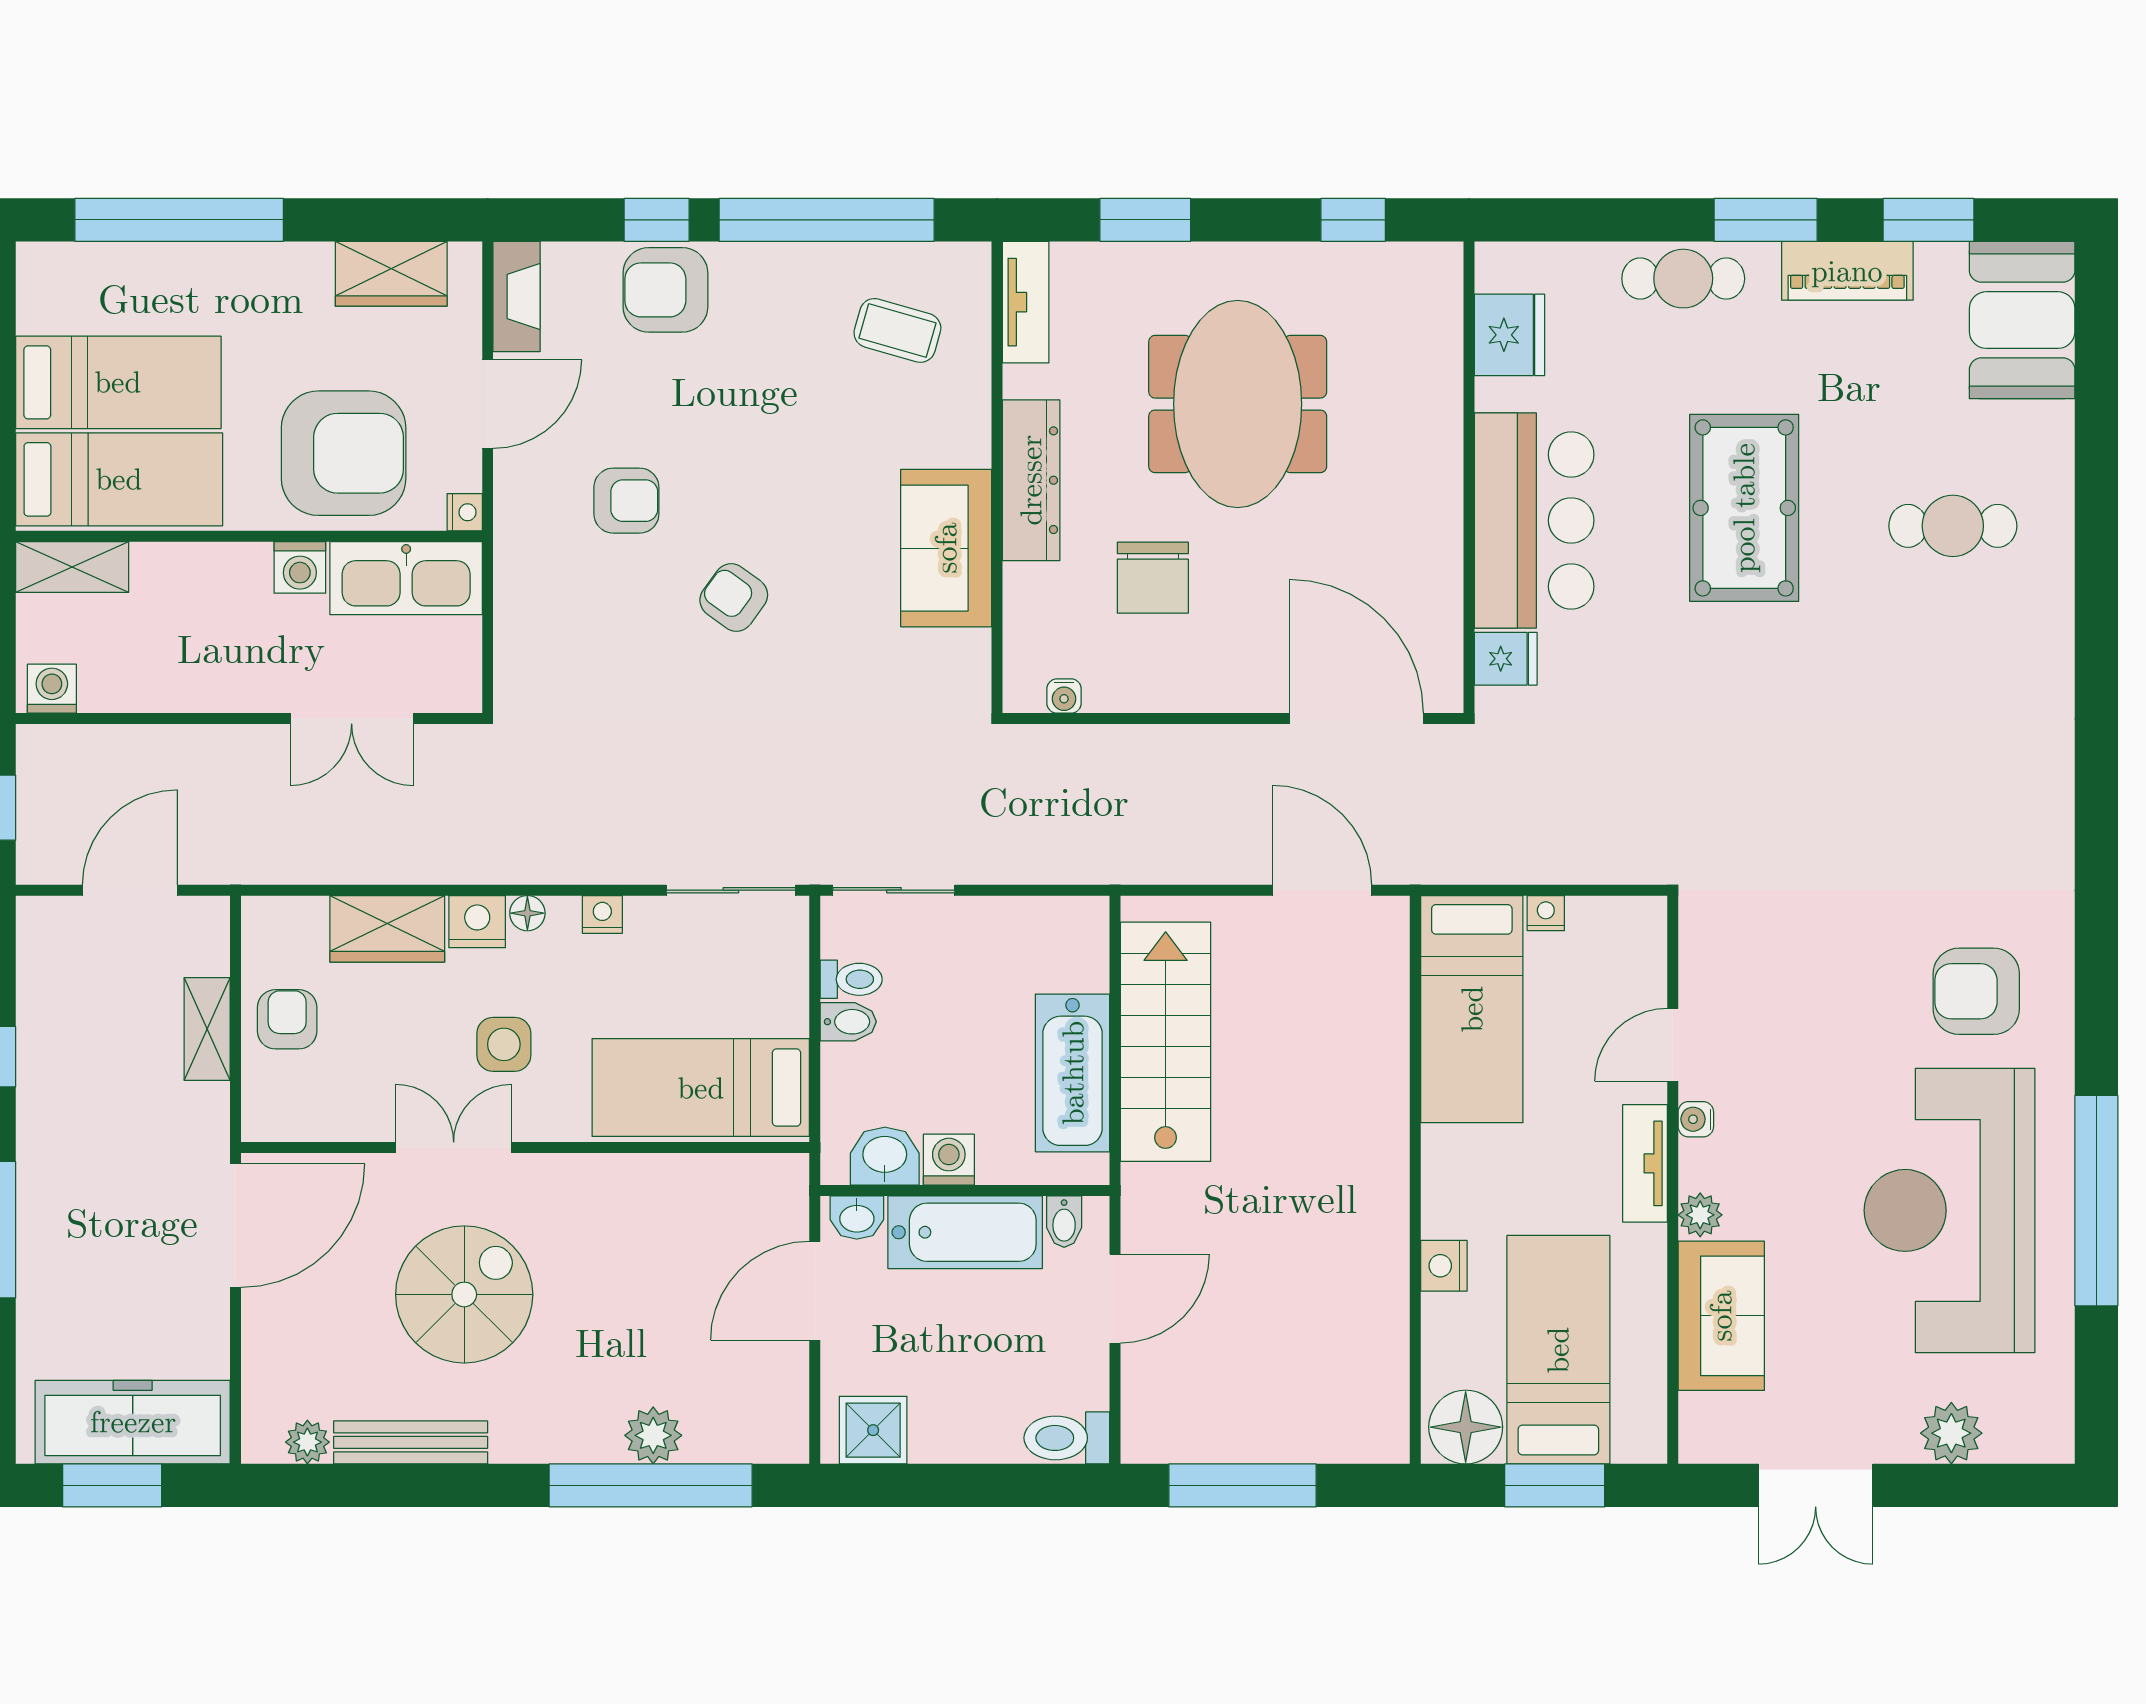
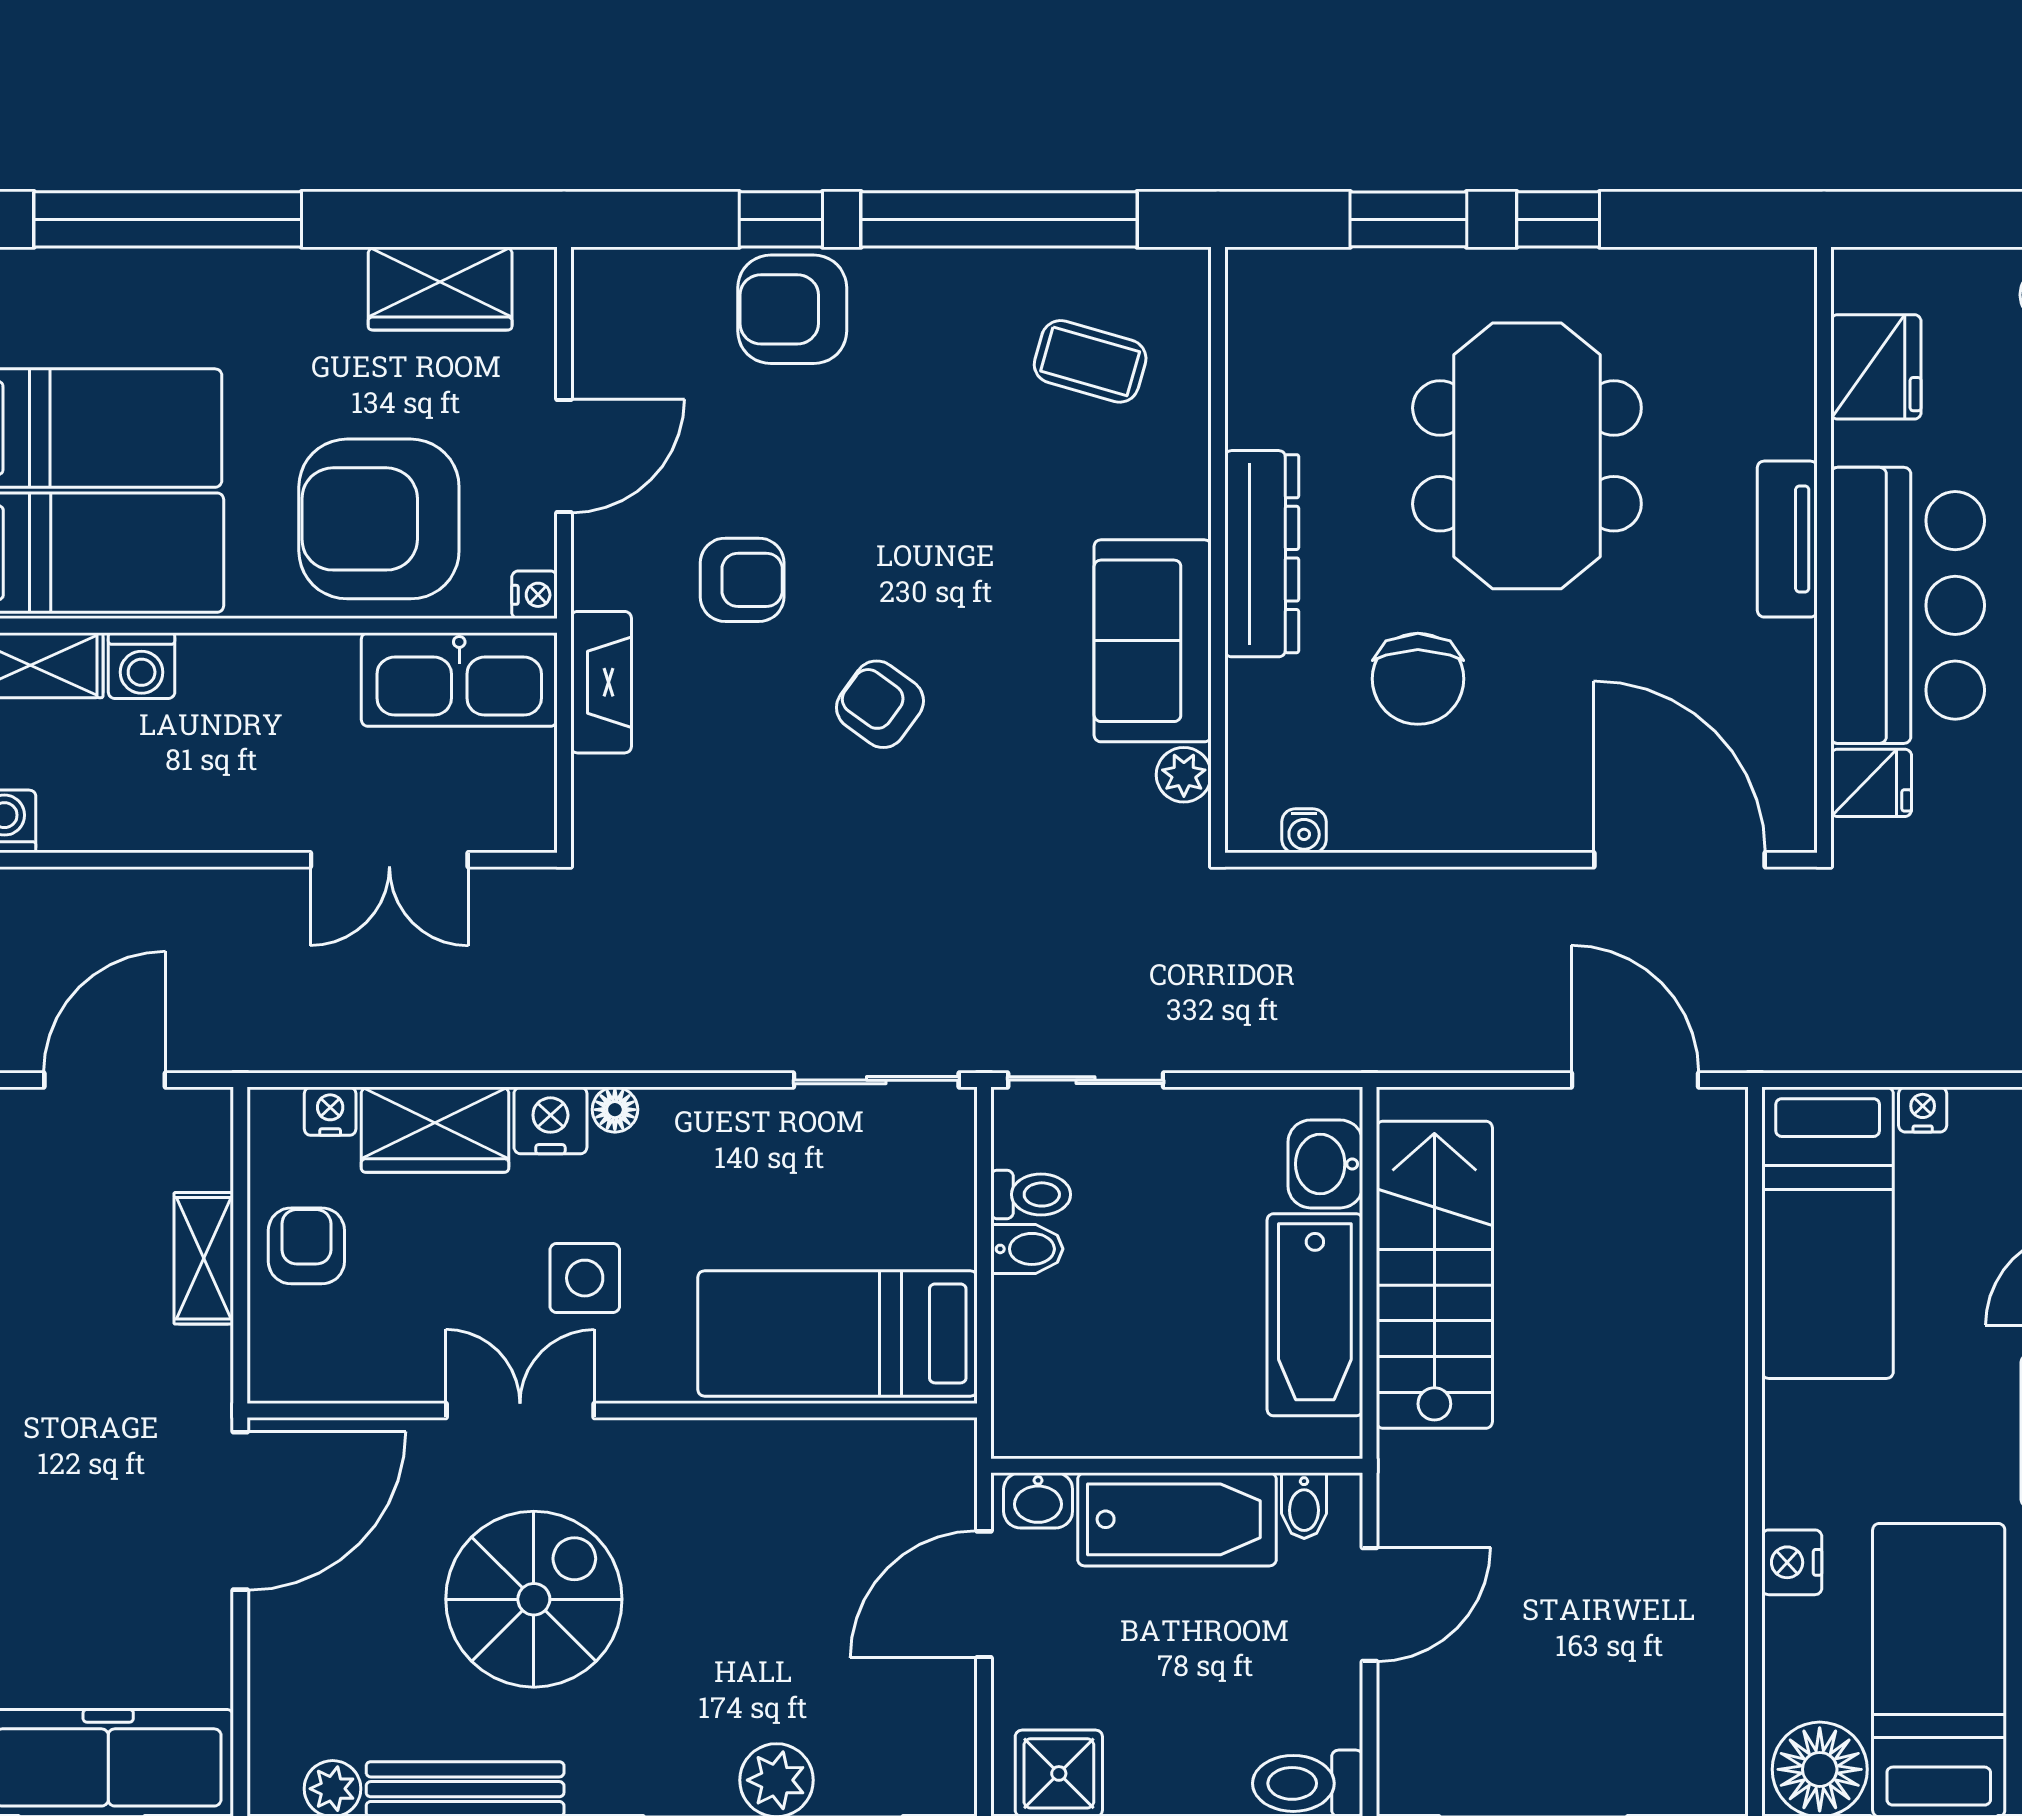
window: (1353, 220) -> (1558, 219), moved
fireplace: (517, 296) -> (601, 682), moved
tv unit: (1026, 302) -> (1787, 539), moved, turned 180
armchair: (344, 453) -> (379, 519), turned 180
washing machine: (300, 567) -> (142, 666), moved
plant: (970, 652) -> (1184, 775), added
nightstand: (602, 914) -> (330, 1111), moved
washbasin: (885, 1156) -> (1325, 1164), moved, turned -90
washing machine: (949, 1160) -> (1156, 1426), removed

